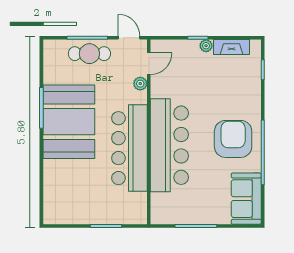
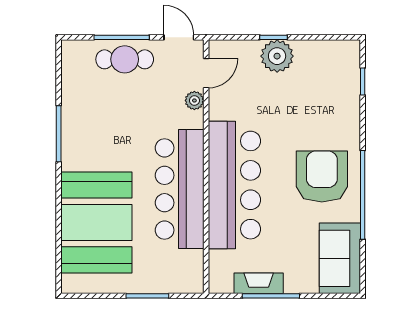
plant: (206, 46) -> (277, 56), width x1.87, depth x1.87
fireplace: (232, 47) -> (259, 283), moved, turned 180
booth: (69, 122) -> (96, 222), moved

